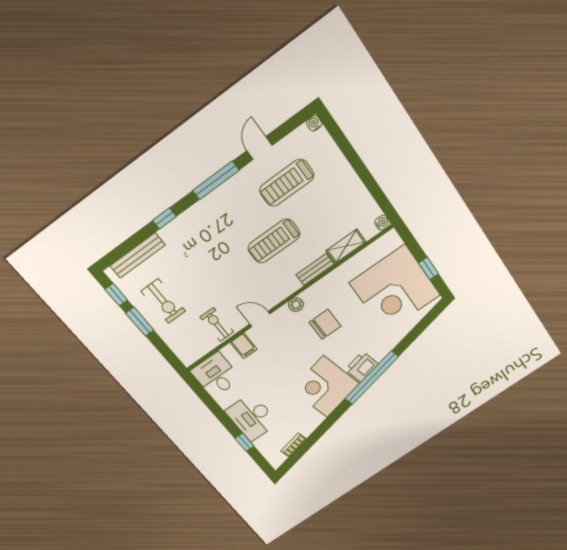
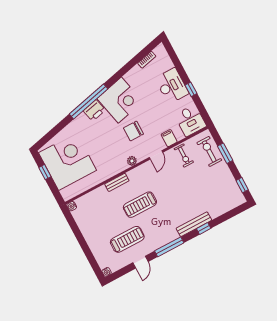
treadmill: (274, 241) -> (140, 205), turned 180
shelving: (346, 246) -> (96, 195), removed
bench: (138, 255) -> (194, 224), moved
exercise bike: (163, 301) -> (209, 151), moved
door: (260, 319) -> (156, 155), hinge flipped
window: (140, 322) -> (225, 153), moved
chair: (325, 324) -> (133, 131), moved
window: (244, 442) -> (191, 89), moved

